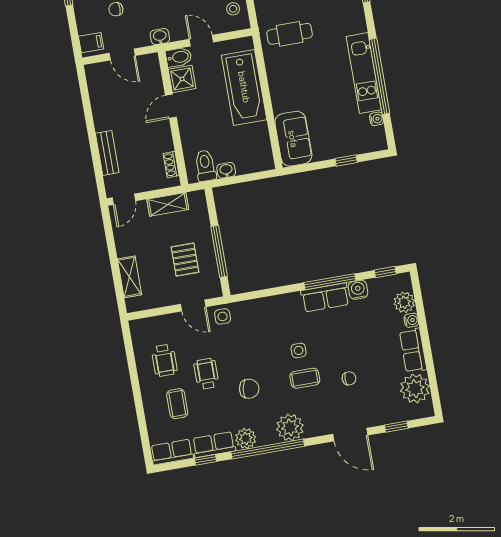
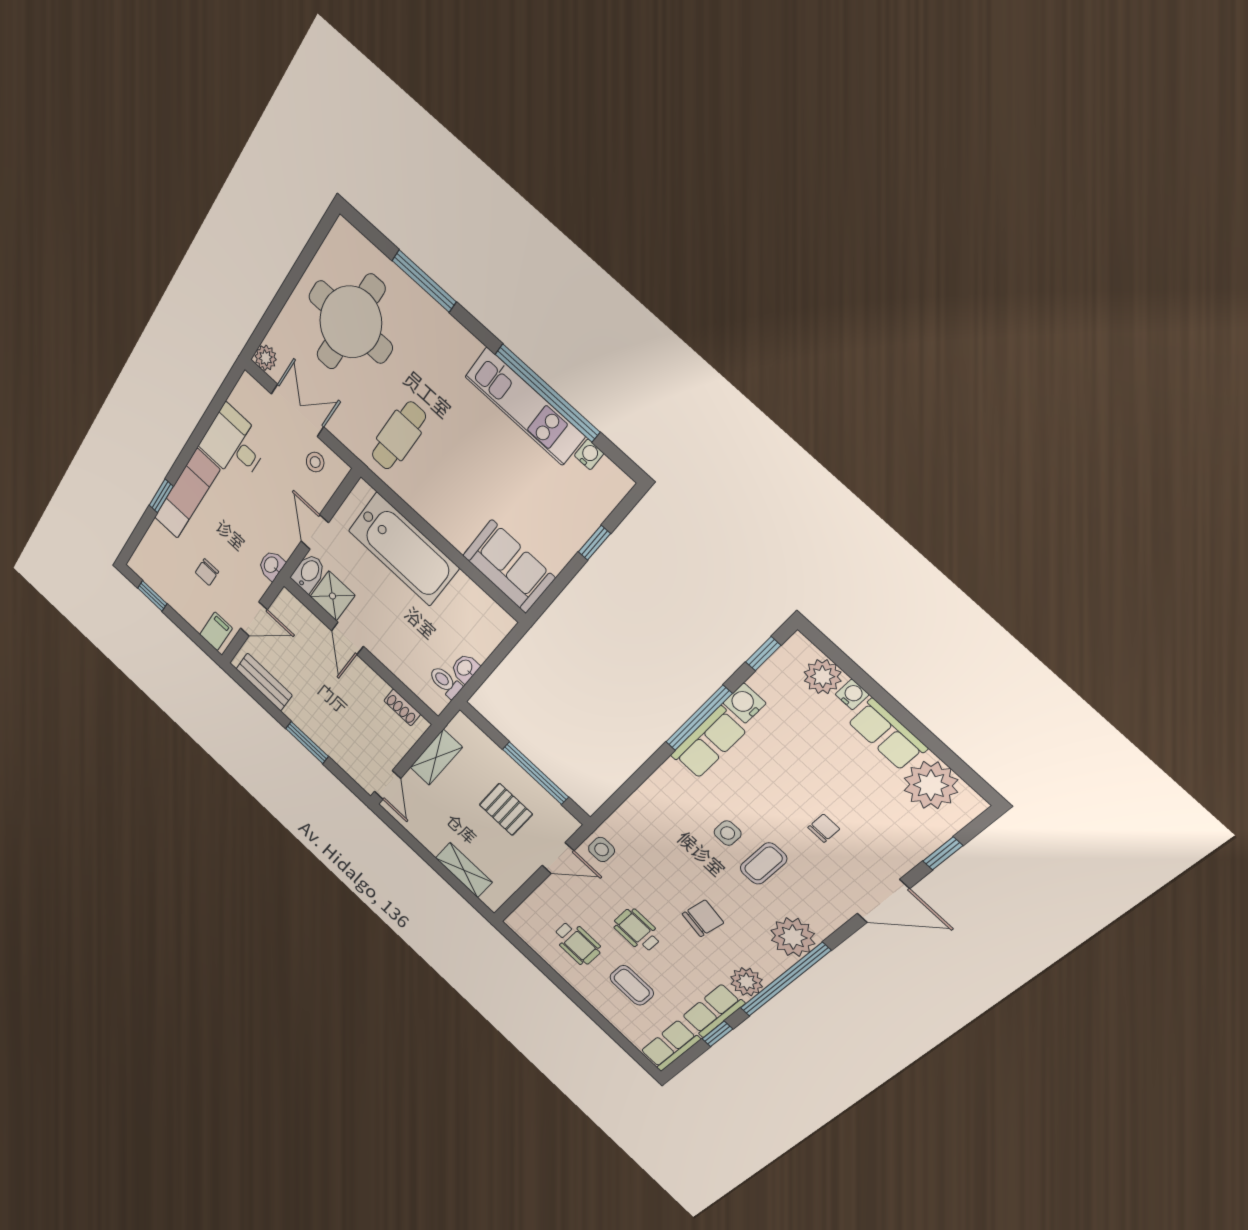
door: (201, 41) -> (315, 532), hinge flipped
window: (93, 142) -> (307, 743), added
bench: (107, 153) -> (264, 682), moved
toilet: (205, 166) -> (445, 682), width x0.73, depth x0.72

